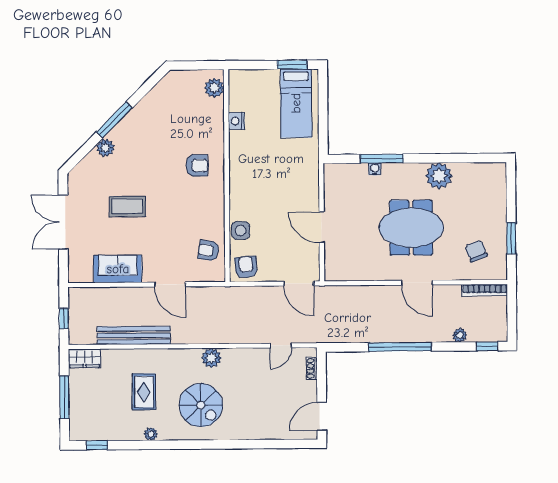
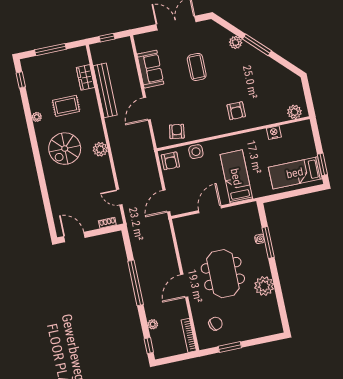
bed: (285, 183) -> (236, 177), added
armchair: (246, 267) -> (170, 161), turned 95
wardrobe: (85, 358) -> (85, 77), moved

